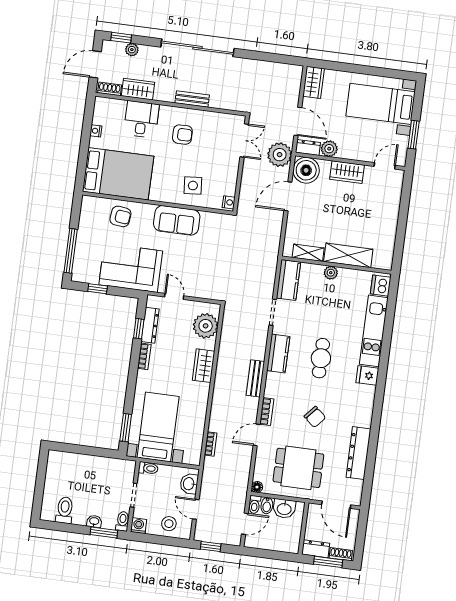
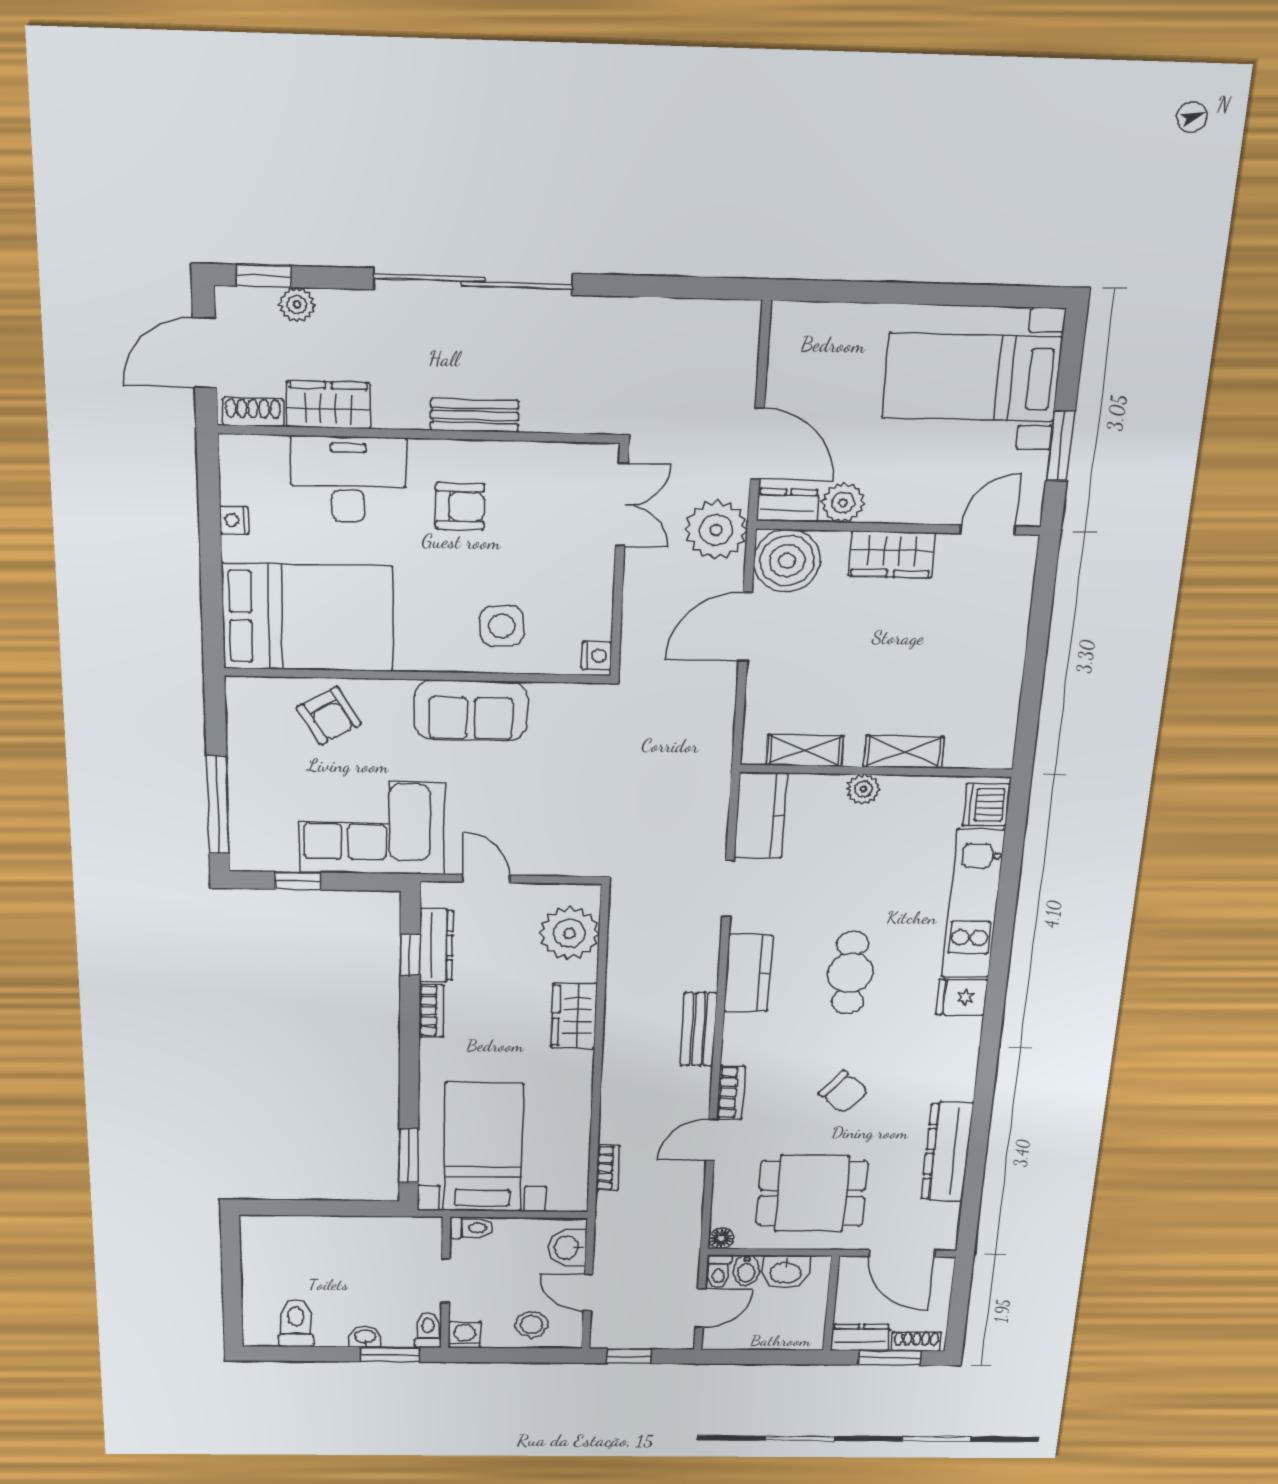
wardrobe: (314, 82) -> (792, 341), removed
desk: (141, 119) -> (348, 480), width x1.37
armchair: (120, 216) -> (329, 716), turned 52
shelving: (348, 255) -> (904, 752), width x0.67, depth x0.75

